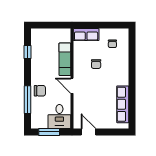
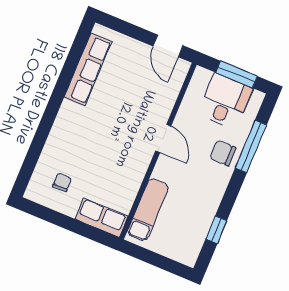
exam couch: (65, 59) -> (148, 210), moved
chair: (96, 64) -> (105, 159), removed
desk: (59, 116) -> (225, 101), moved

